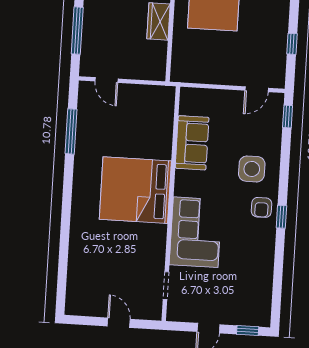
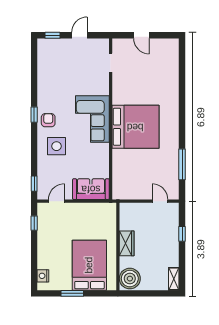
window: (77, 31) -> (182, 234), width x0.46
window: (292, 44) -> (34, 223), moved
sofa: (192, 143) -> (91, 189), moved, turned 90
corner sofa: (196, 232) -> (92, 119), moved

